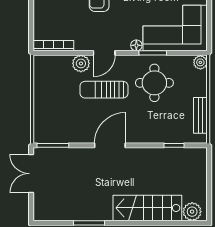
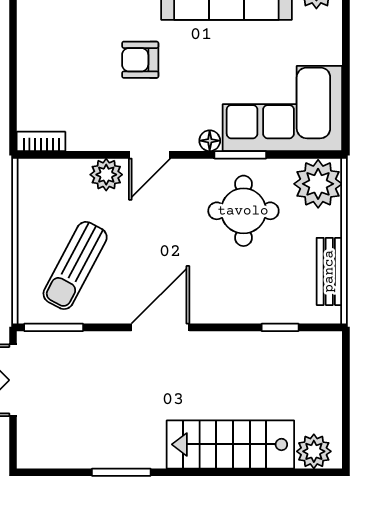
bookcase: (53, 46) -> (41, 141), width x0.64
plant: (200, 62) -> (318, 184), width x1.88, depth x1.88
sun lounger: (104, 90) -> (75, 265), moved, turned -62

